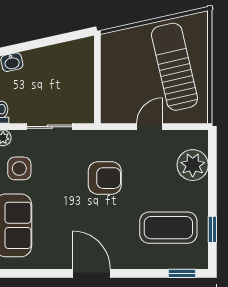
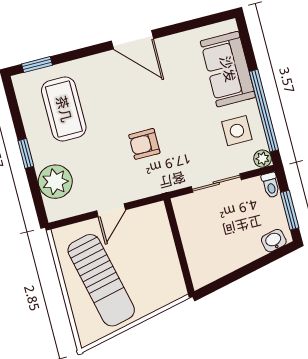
armchair: (105, 178) -> (144, 144), width x0.72, depth x0.72
coffee table: (168, 228) -> (64, 109), turned 90
window: (212, 229) -> (26, 153), moved

